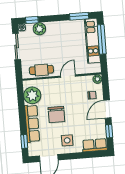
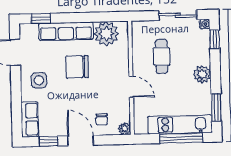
plant: (39, 29) -> (202, 74), moved
cafe table: (41, 70) -> (162, 56), moved

